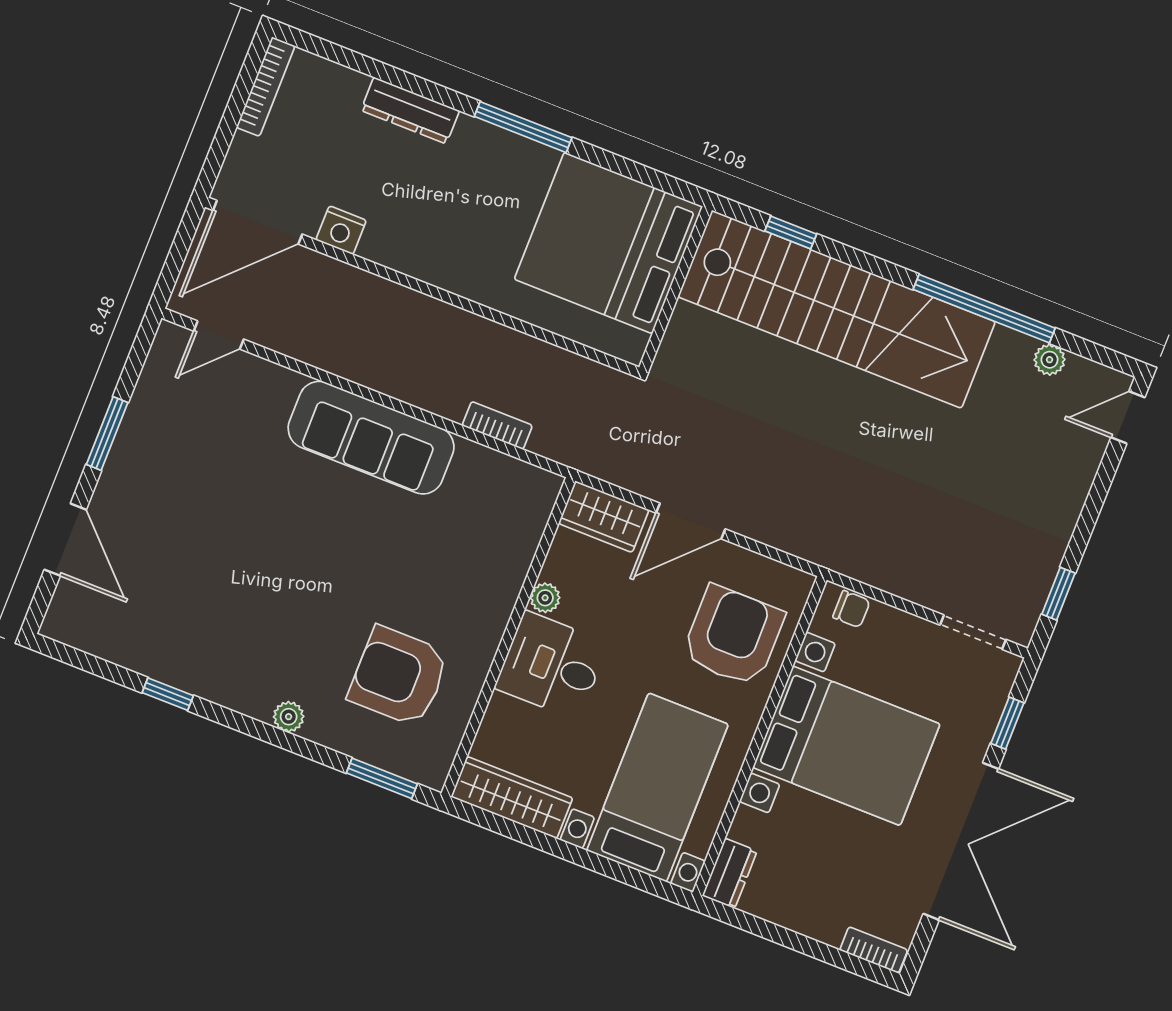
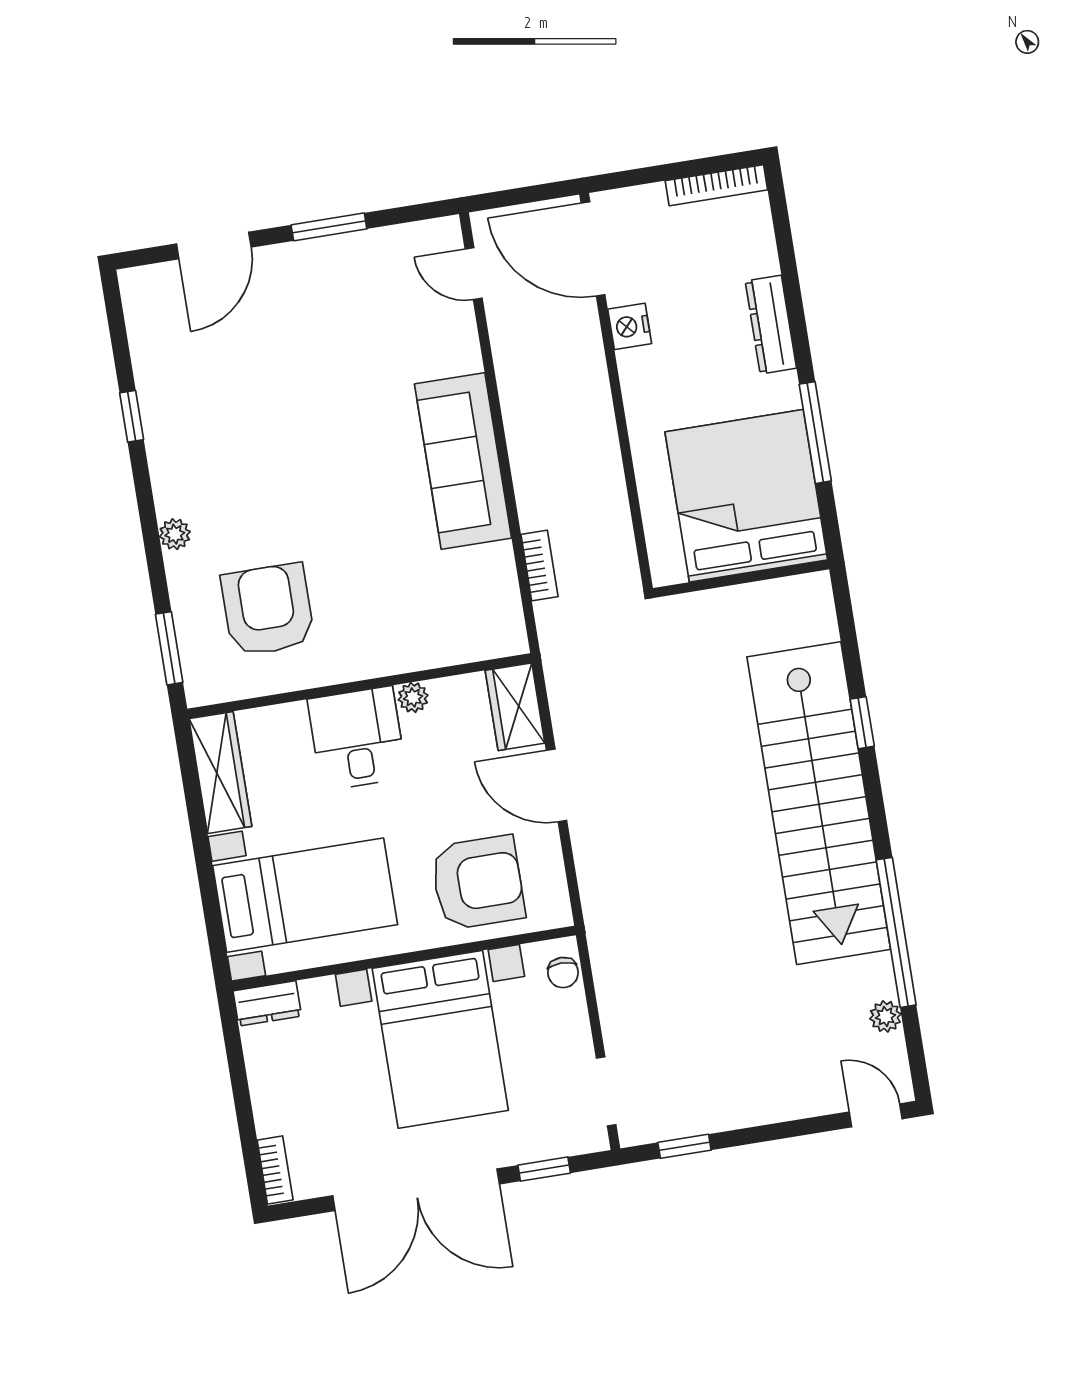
bed: (608, 243) -> (746, 496), moved
wall: (676, 289) -> (741, 579), moved

